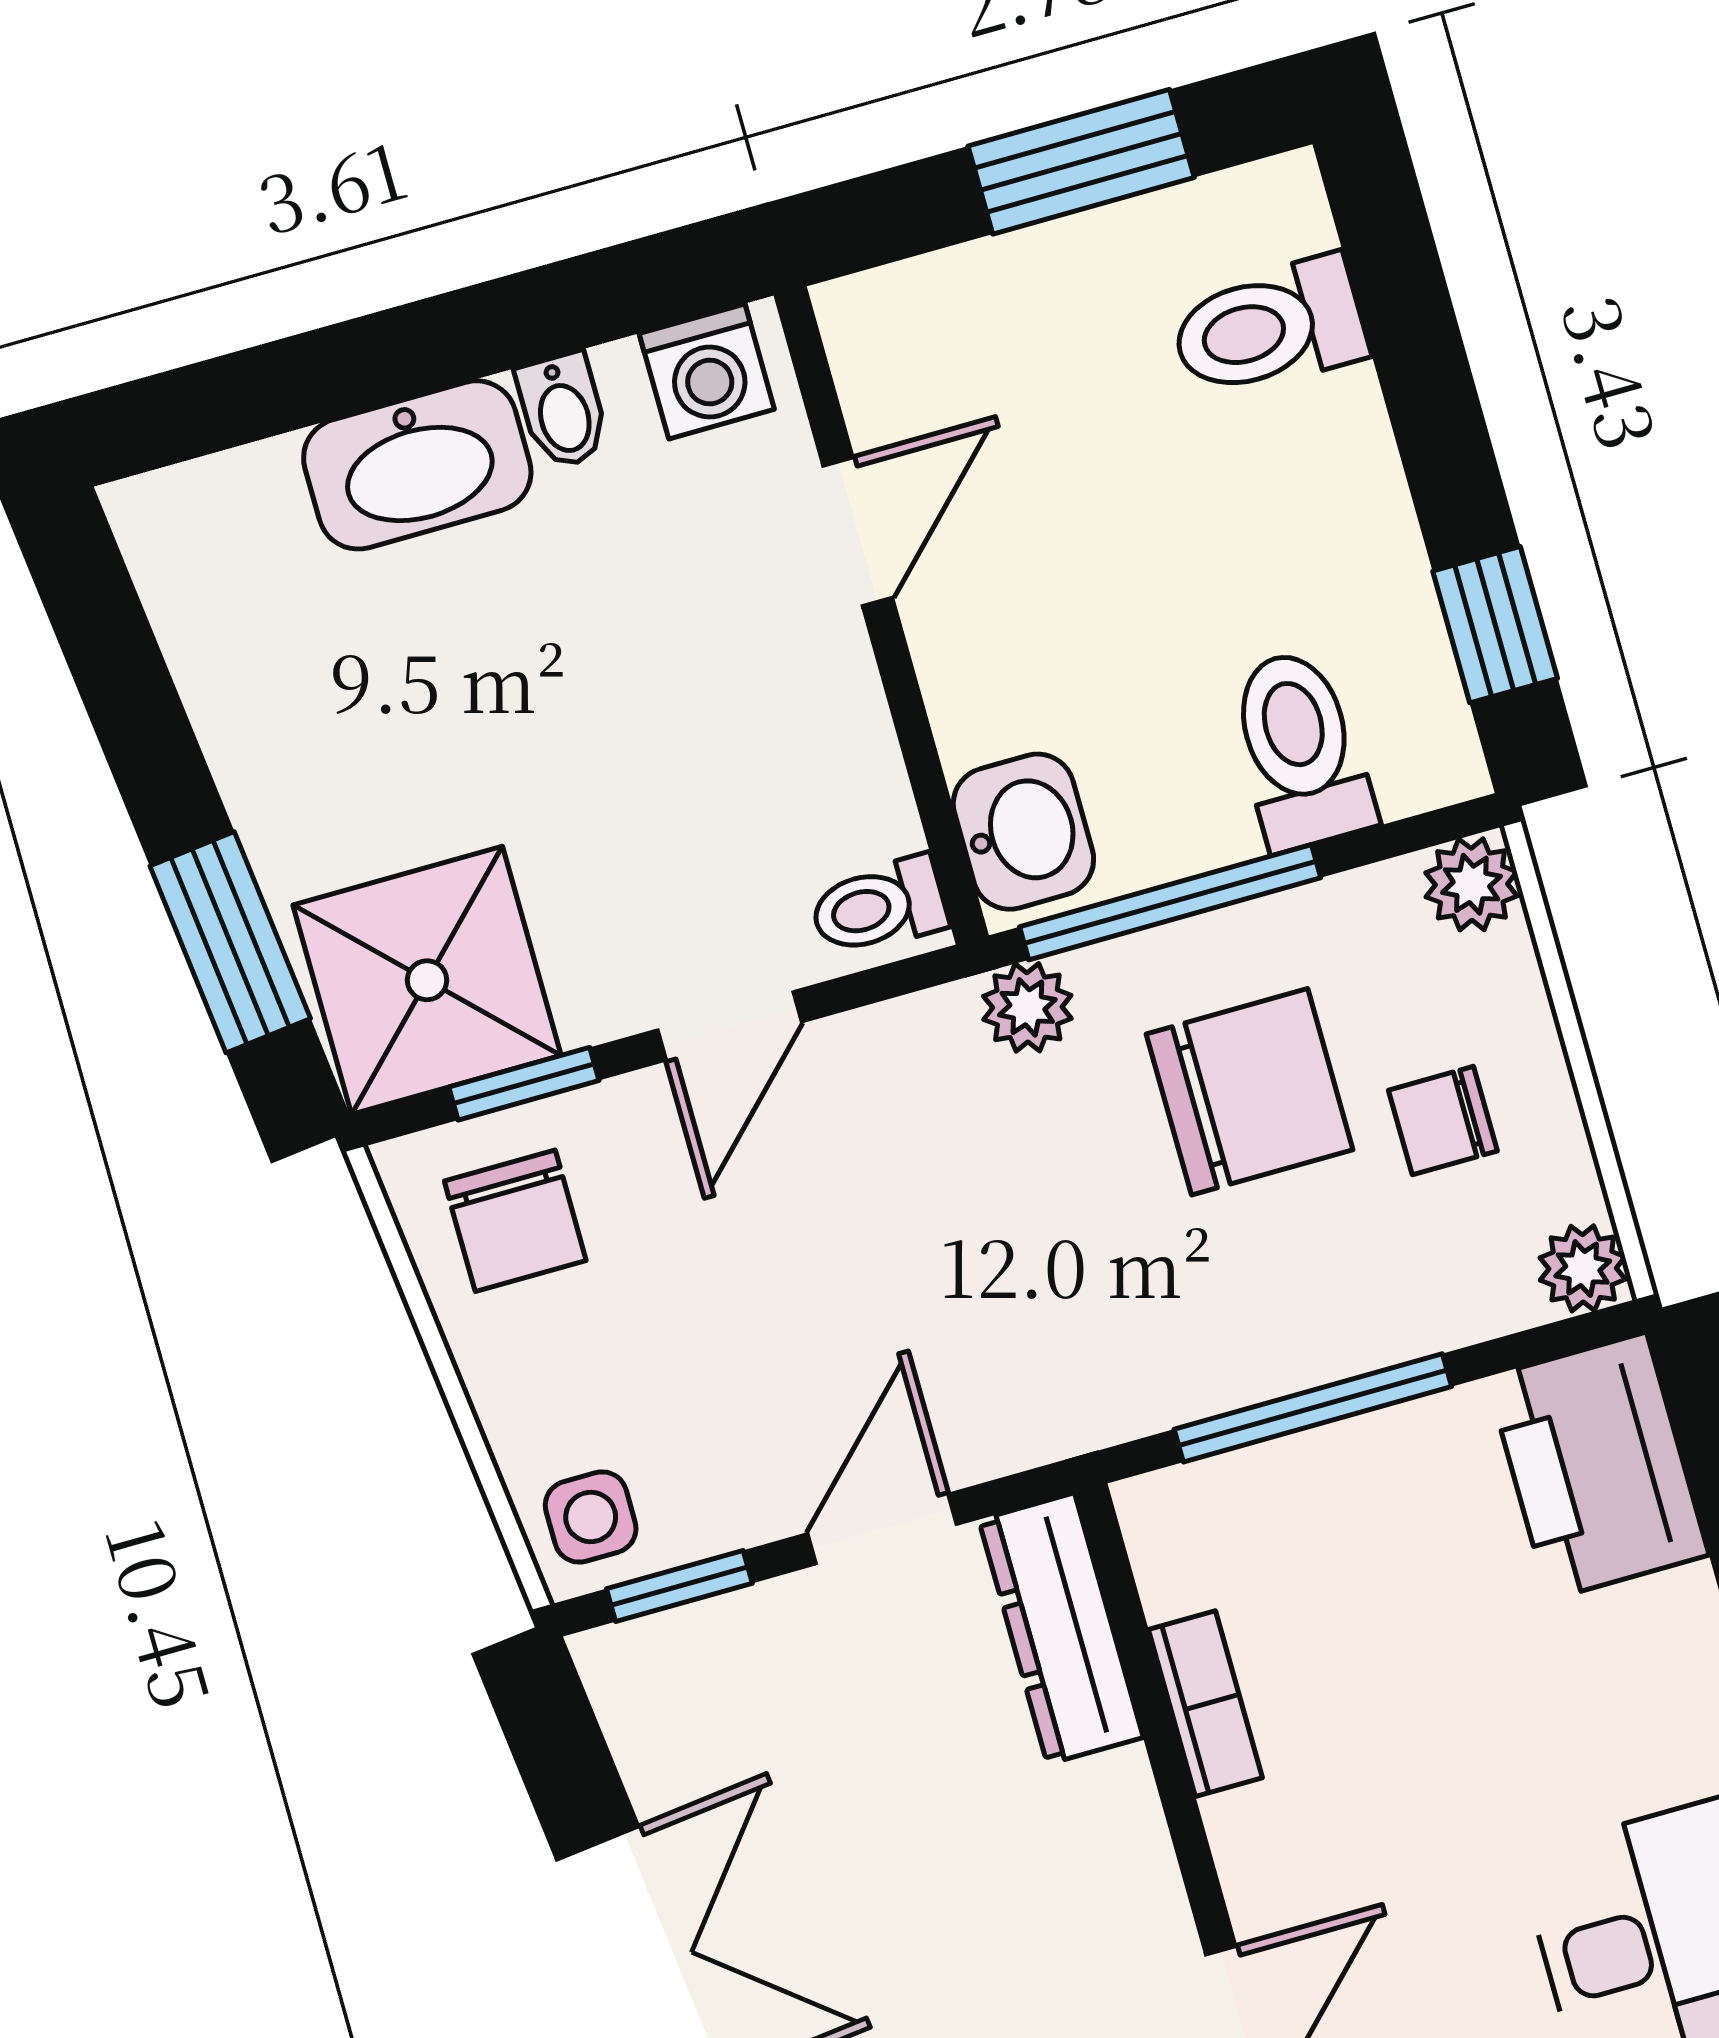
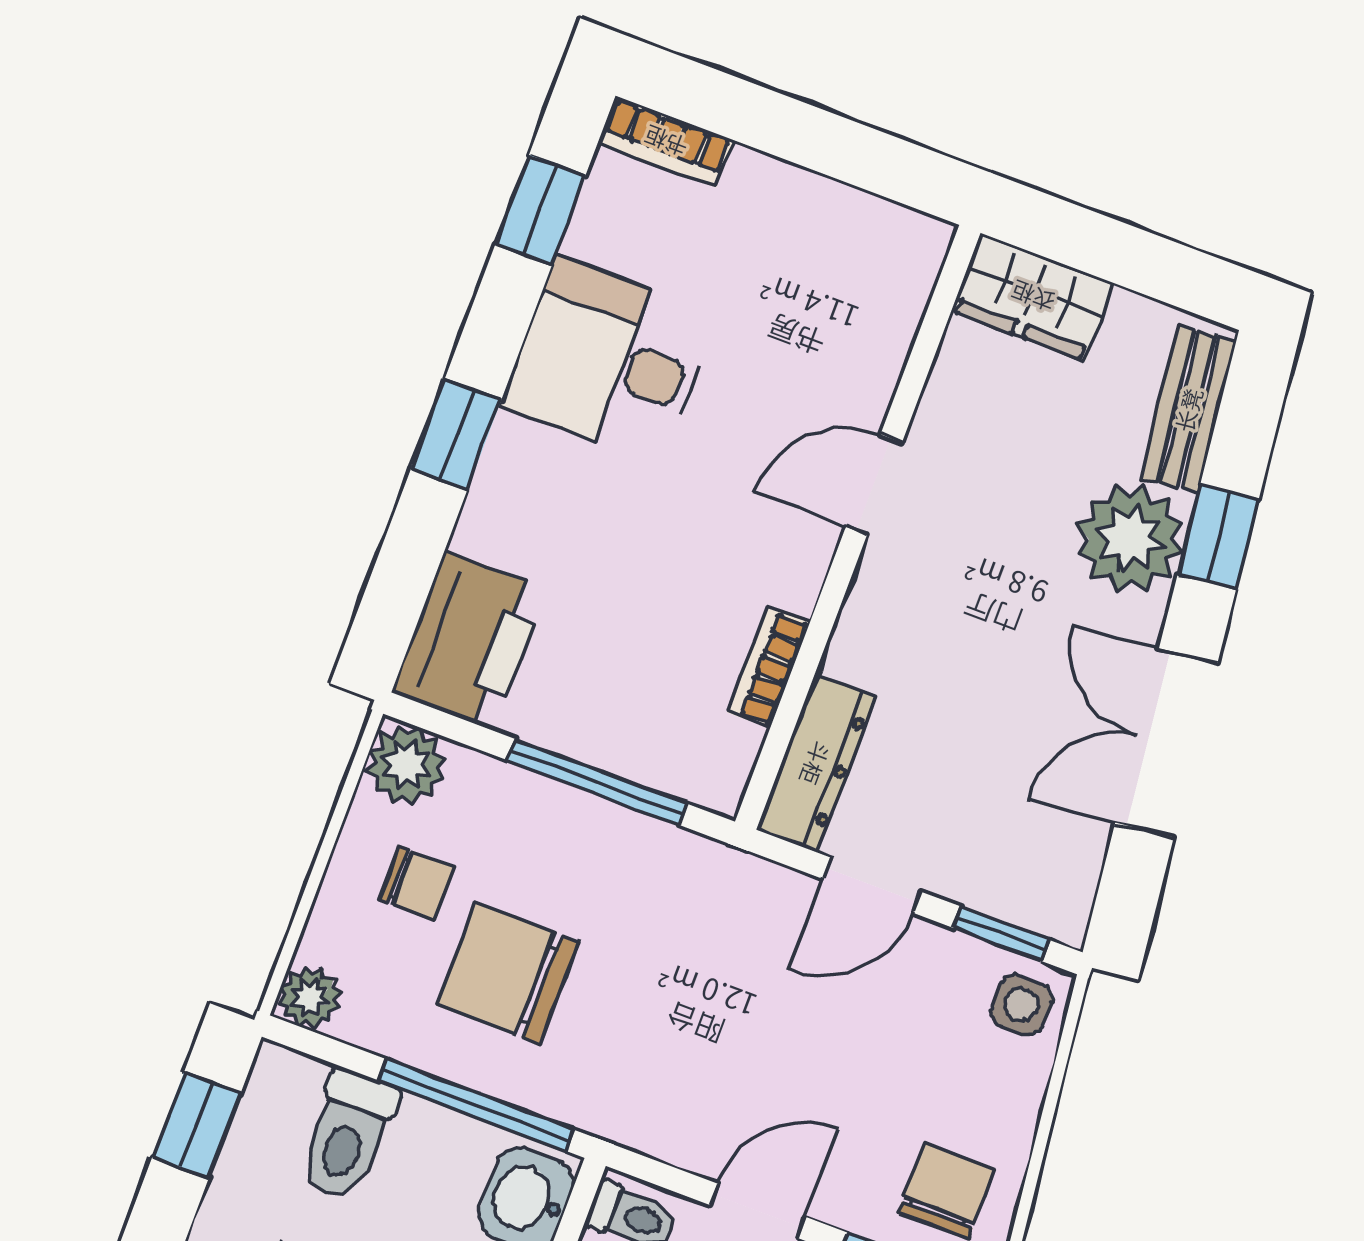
plant: (1027, 1007) -> (592, 1105), removed
plant: (1583, 1268) -> (406, 765), width x1.38, depth x1.38

